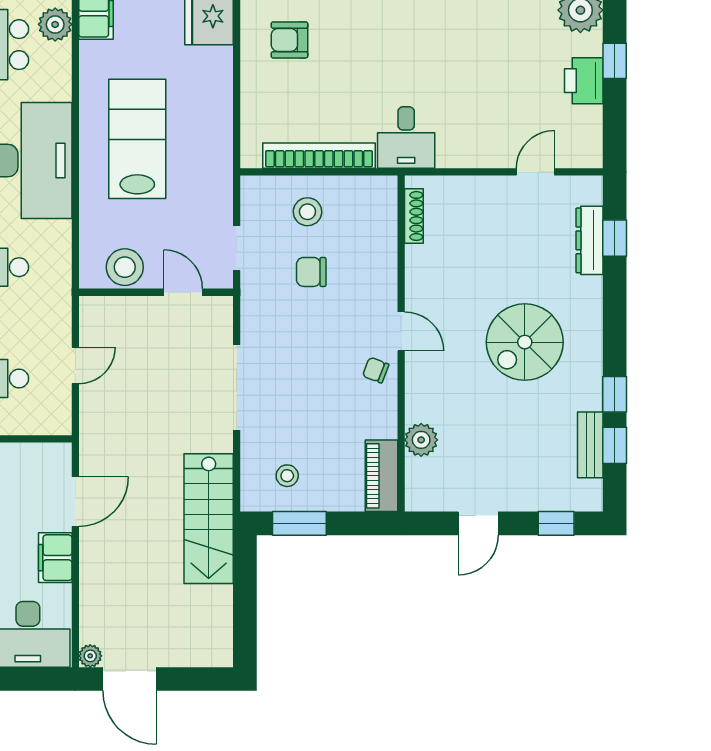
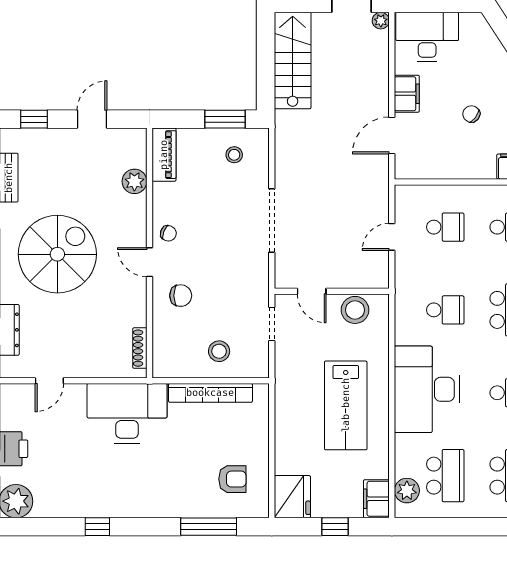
desk: (406, 138) -> (127, 413), width x1.87, depth x1.30
chair: (311, 272) -> (181, 296), moved
spiral stairs: (525, 342) -> (57, 254), width x1.37, depth x1.37
stairs: (209, 519) -> (293, 61), moved

